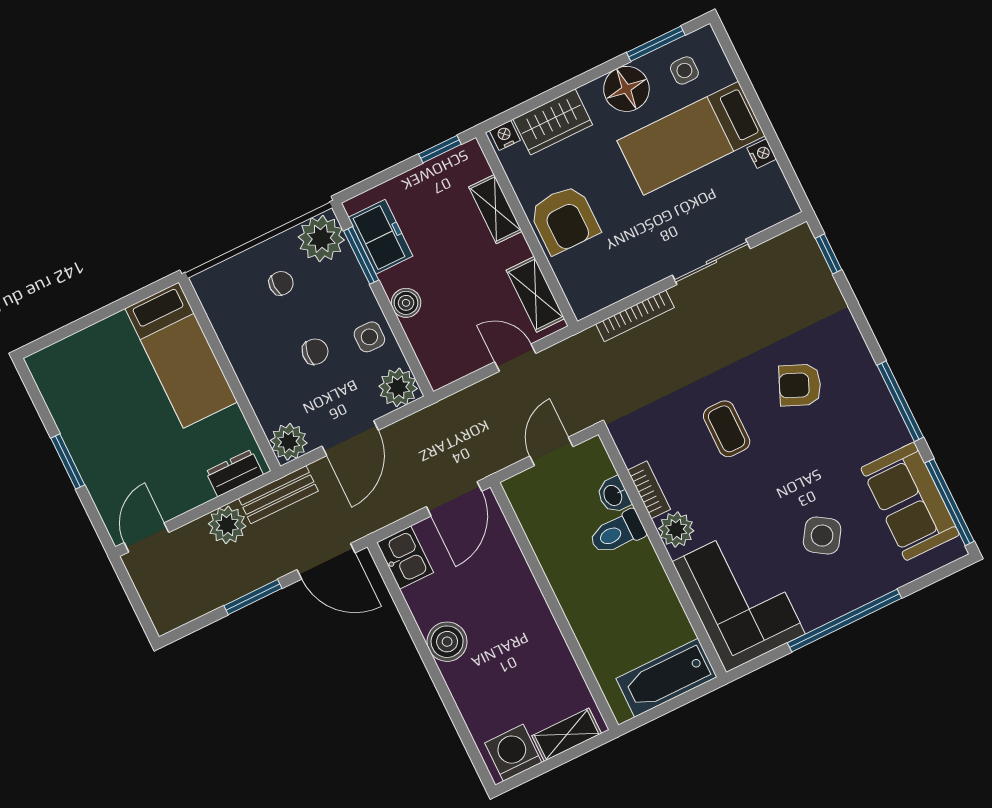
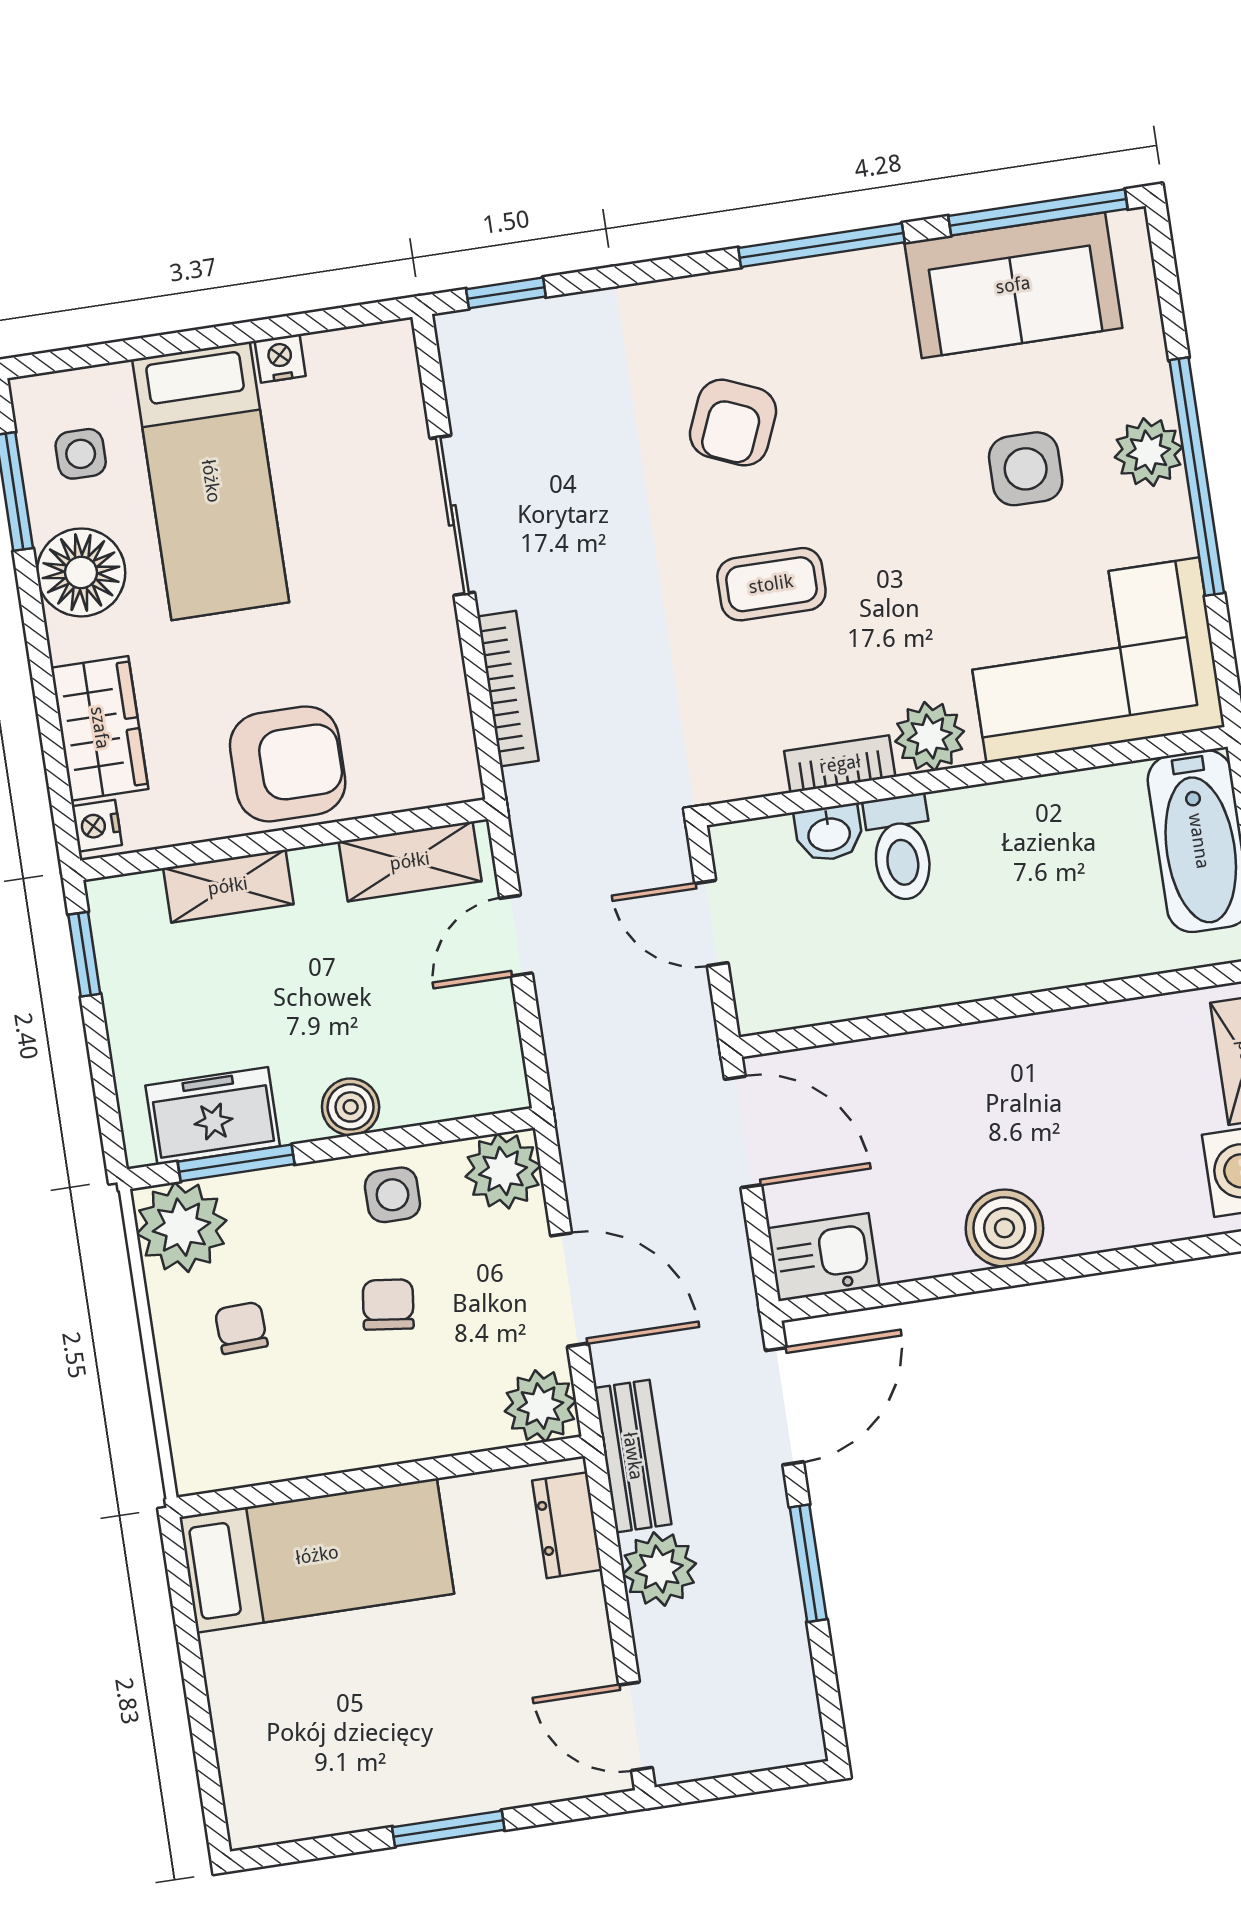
side table: (822, 536) -> (1026, 469), turned -33
plant: (849, 593) -> (1148, 452), added

